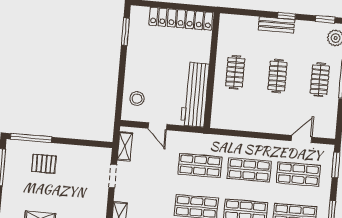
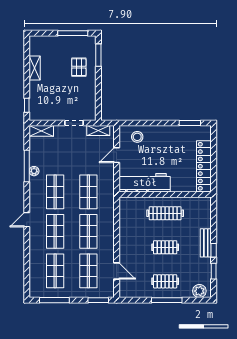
window: (325, 19) -> (214, 271), moved
clothes rail: (235, 72) -> (165, 213), width x1.36
window: (31, 138) -> (98, 55), width x0.69

